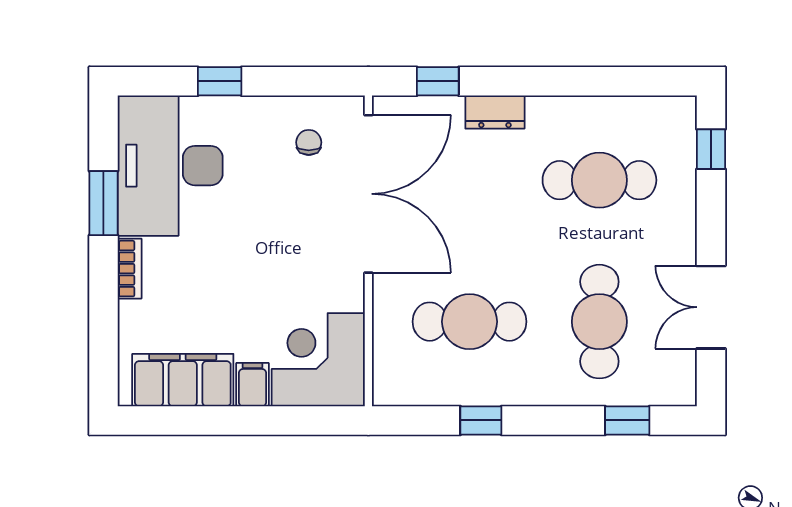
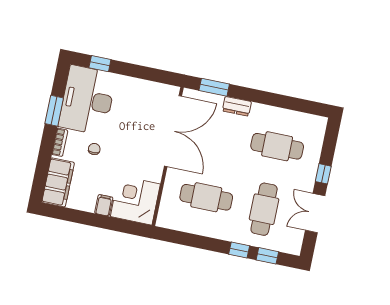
window: (220, 81) -> (100, 64), moved
window: (438, 81) -> (214, 87), width x1.50
chair: (309, 142) -> (94, 149), moved
window: (711, 149) -> (323, 174), moved
filing cabinet: (183, 380) -> (58, 182), moved, turned 90
window: (481, 420) -> (239, 250), moved

